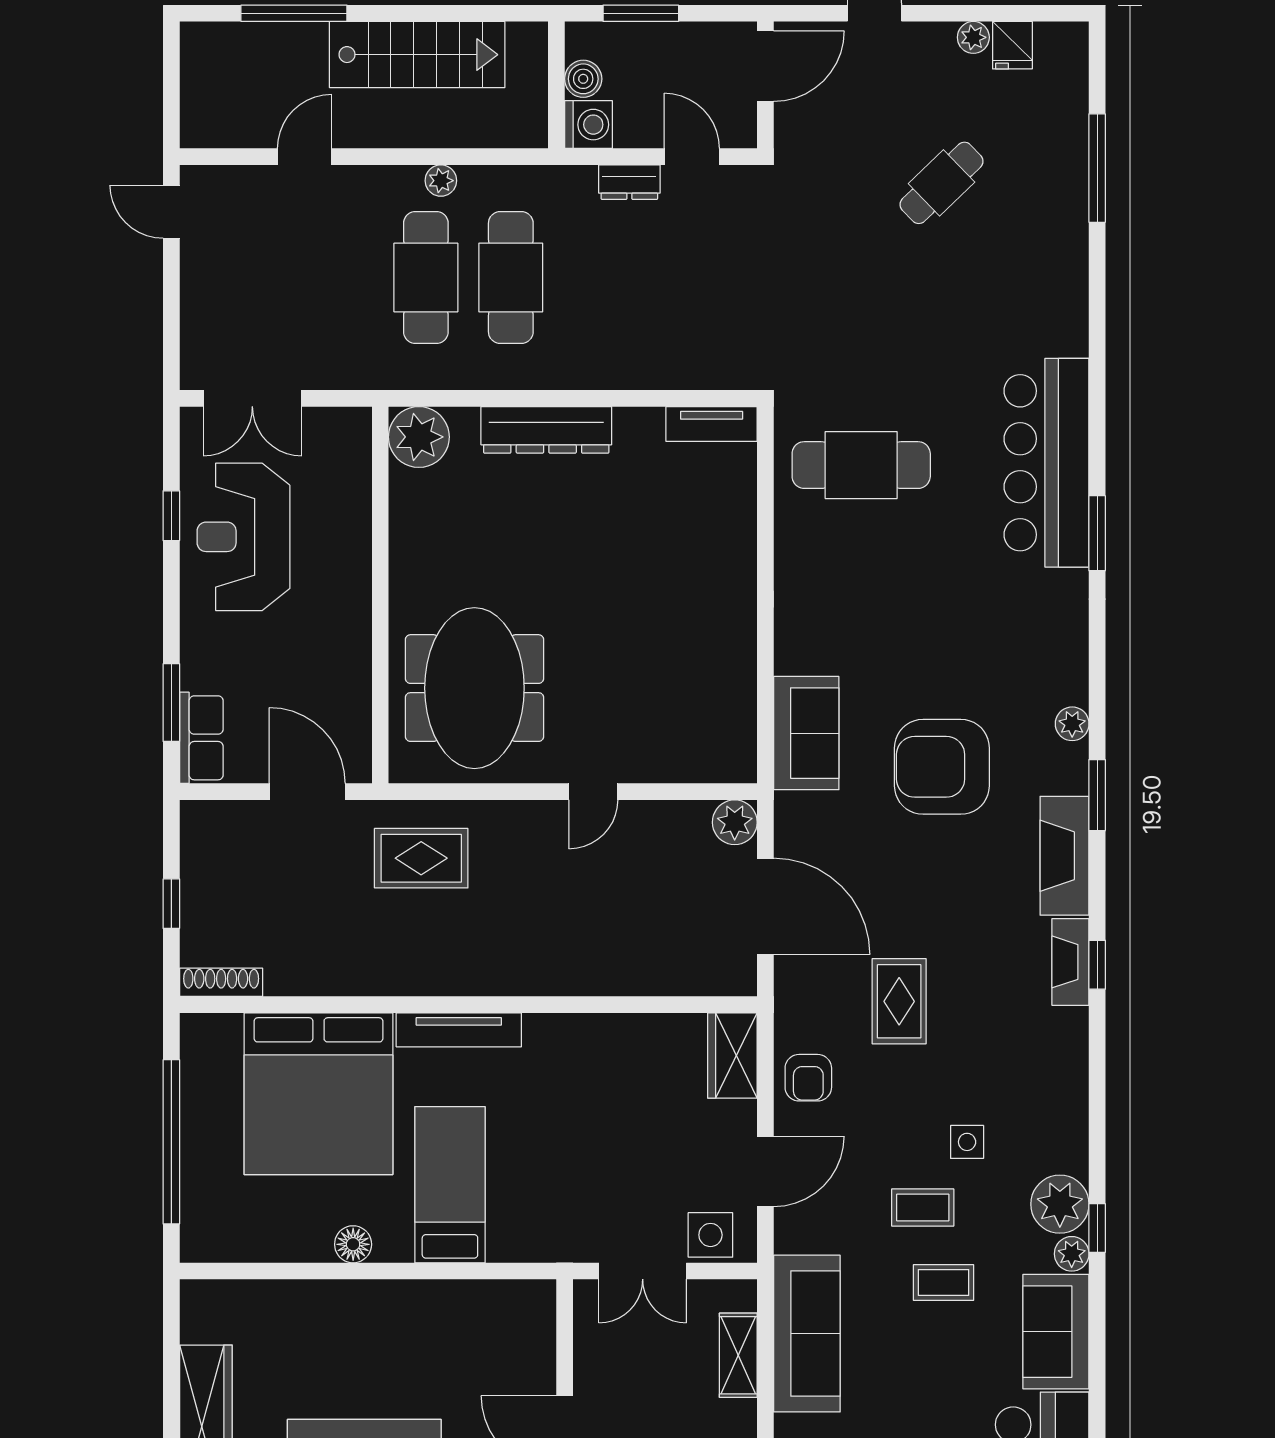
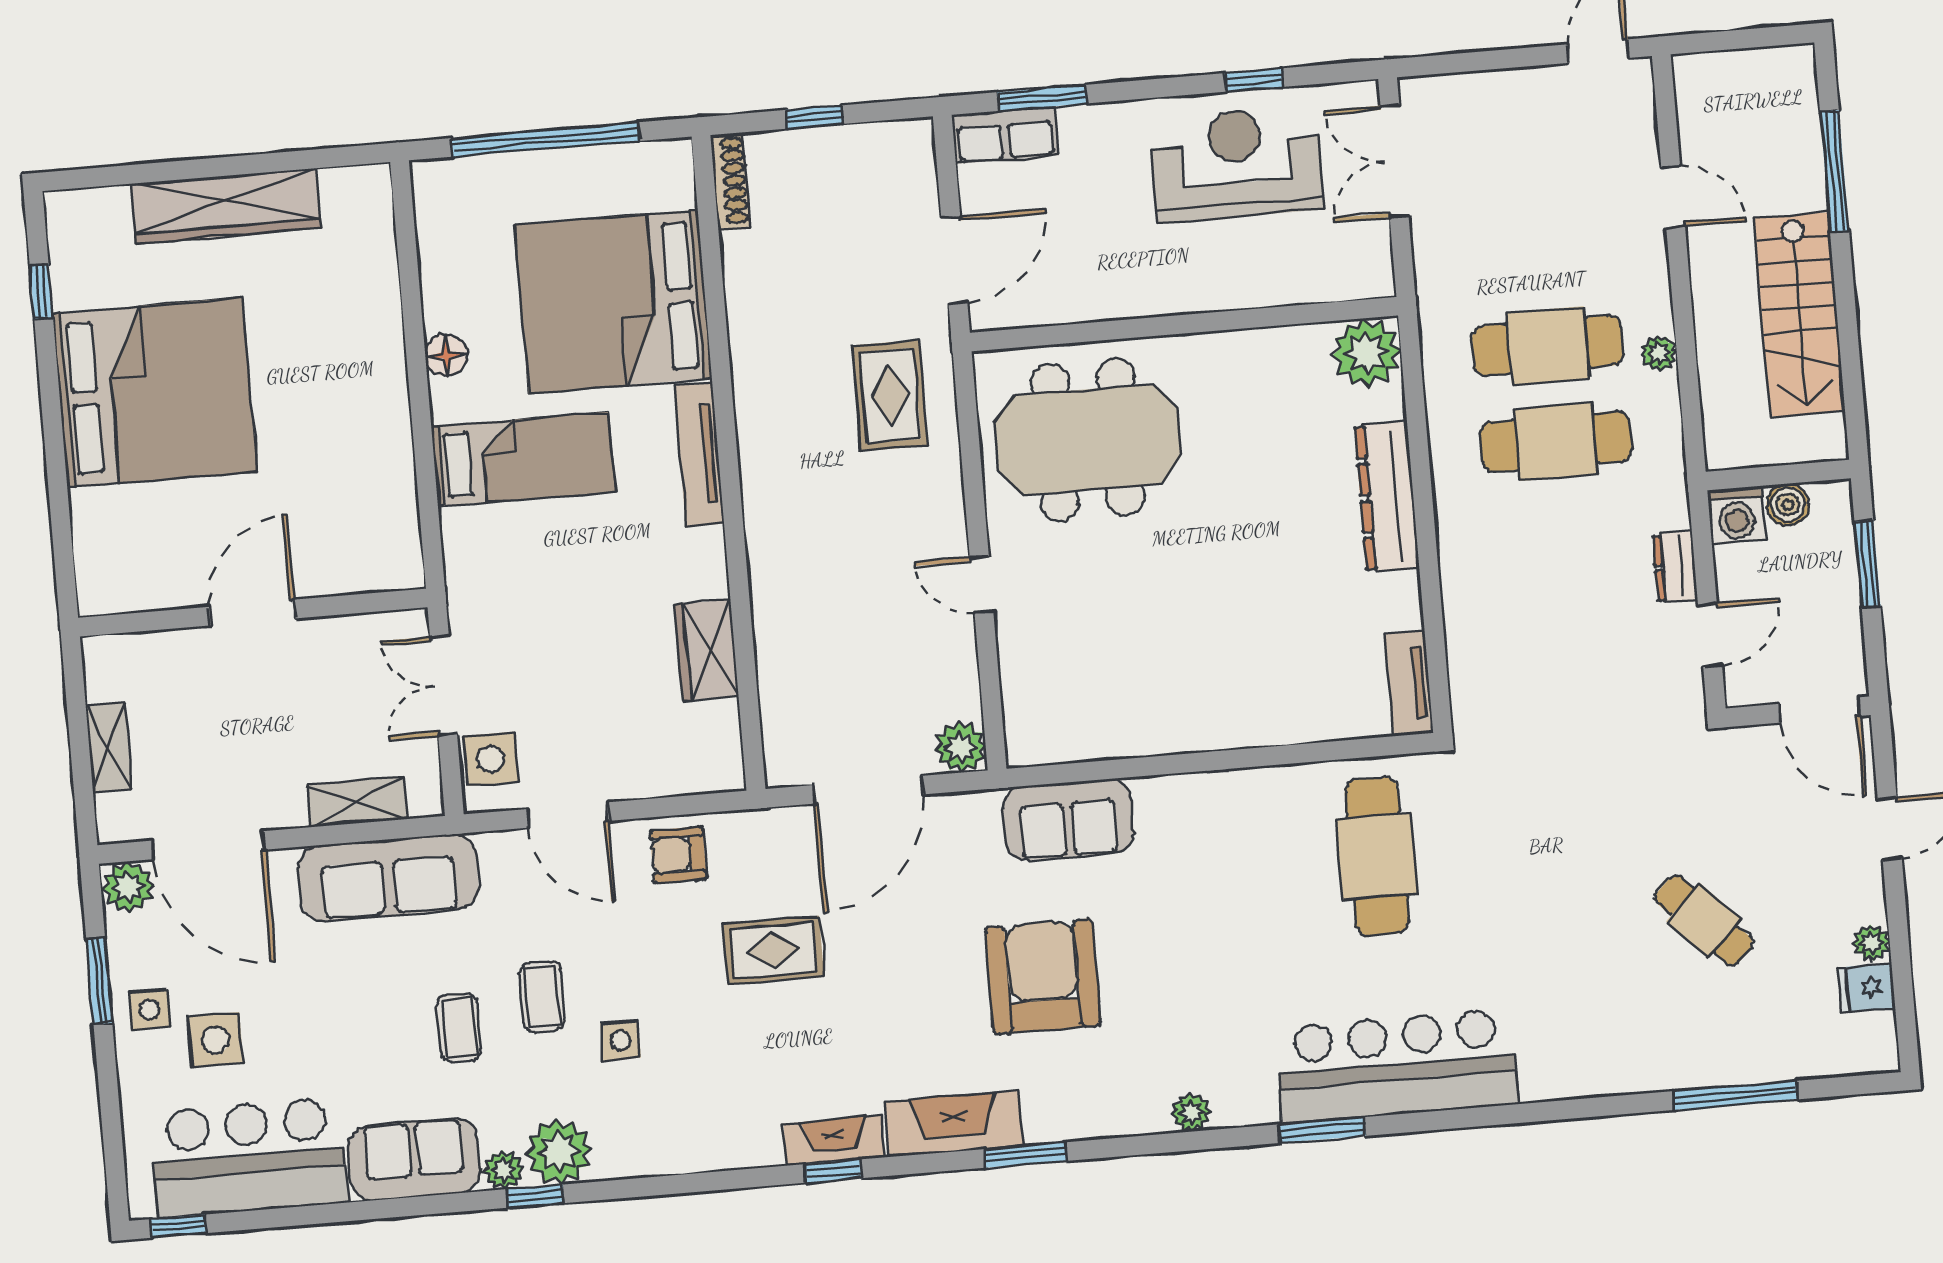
plant: (1072, 724) -> (1191, 1112), moved
wardrobe: (732, 1055) -> (707, 650), moved, turned -90

